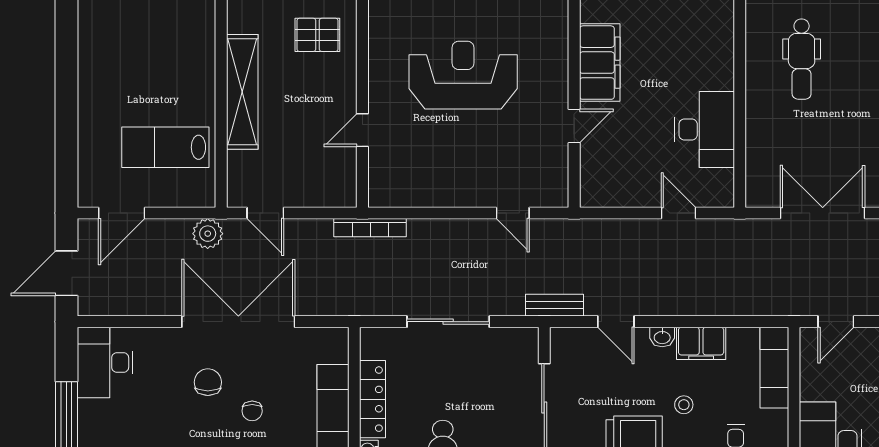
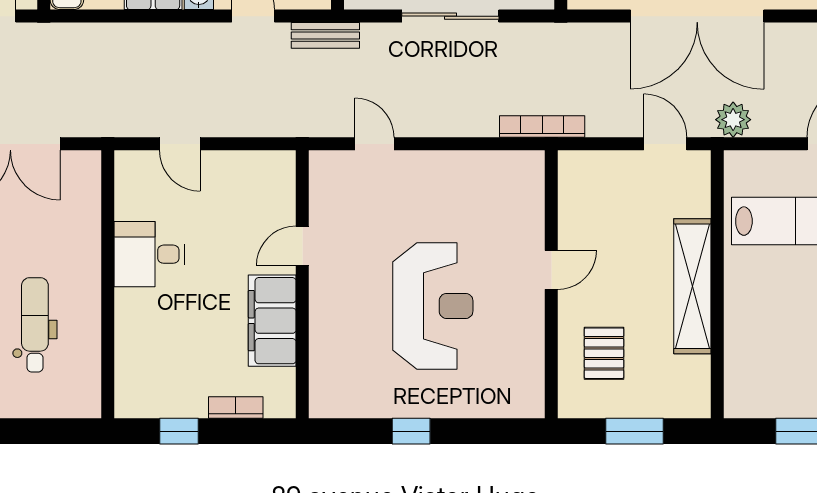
pallet: (317, 35) -> (604, 353), turned 90
reception desk: (463, 75) -> (433, 306), turned -90
door: (362, 130) -> (551, 270), moved
desk: (704, 130) -> (149, 254), width x0.73

